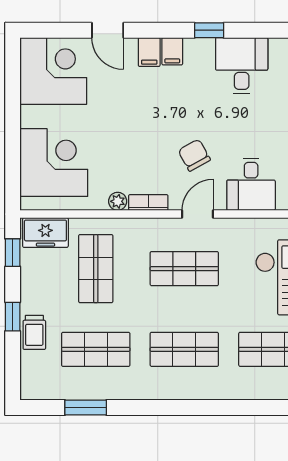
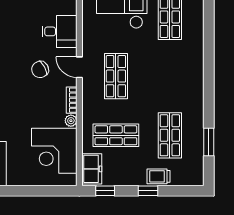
corner desk: (54, 163) -> (54, 151), moved, turned -90
trolley: (34, 332) -> (159, 176), turned 180
shop shelf: (184, 349) -> (170, 76), removed

